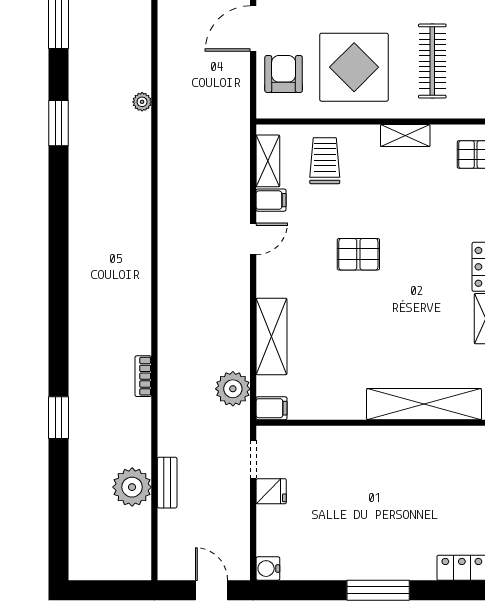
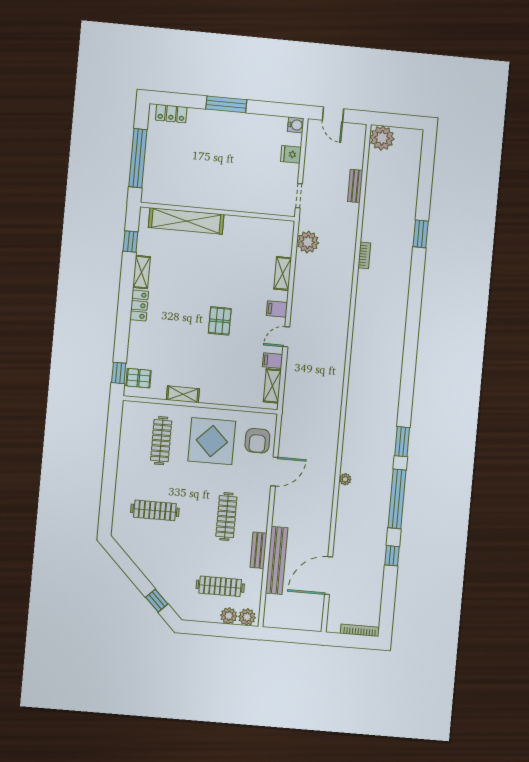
plant: (142, 102) -> (345, 479), moved
window: (59, 123) -> (402, 442), moved
trolley: (325, 161) -> (236, 383), removed
pallet: (358, 254) -> (220, 321), turned 90
shelving: (271, 336) -> (283, 273), width x0.67, depth x0.75
filing cabinet: (272, 408) -> (277, 309), moved
plant: (132, 487) -> (382, 138), moved
fridge: (271, 491) -> (291, 154), moved

